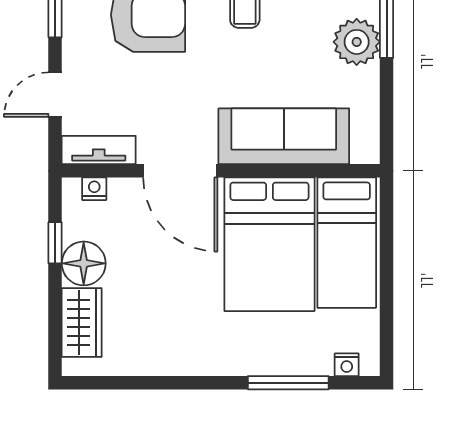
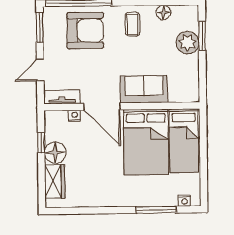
sofa: (284, 136) -> (144, 89), width x0.73
nightstand: (94, 189) -> (75, 116), moved

